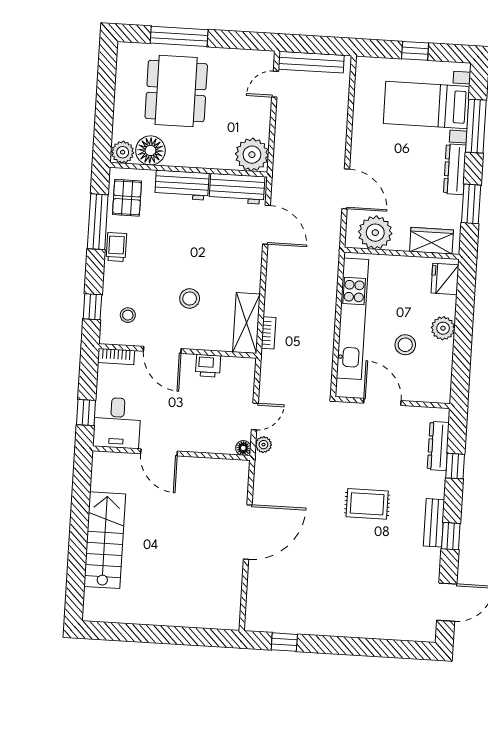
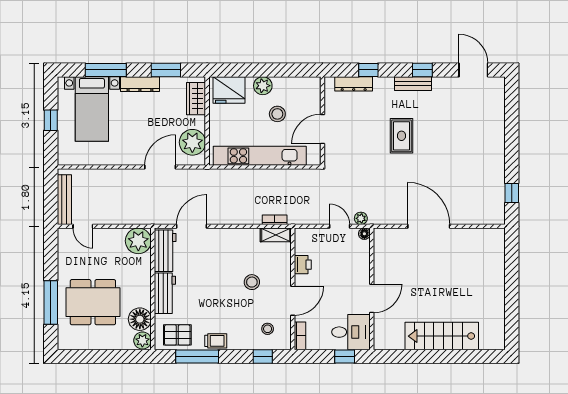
trolley: (116, 247) -> (216, 341), turned 180
fridge: (445, 279) -> (229, 90), width x1.36, depth x1.34
shelving: (246, 323) -> (276, 235), width x0.67, depth x0.75

